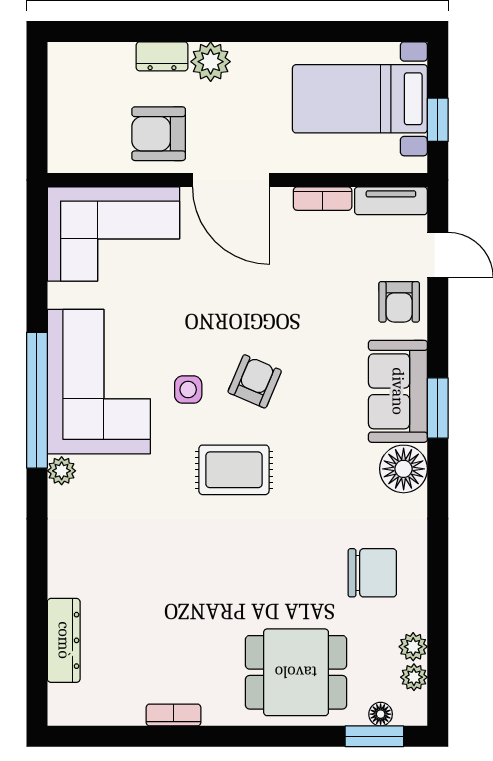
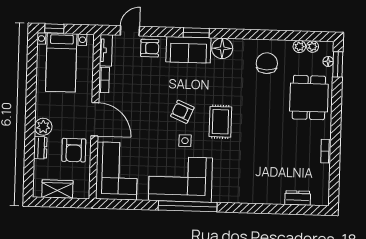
wardrobe: (68, 99) -> (57, 189), added
window: (438, 120) -> (54, 29), moved
door: (231, 180) -> (95, 119), hinge flipped
plant: (62, 471) -> (219, 197), removed
dresser: (64, 640) -> (298, 198), width x0.70

